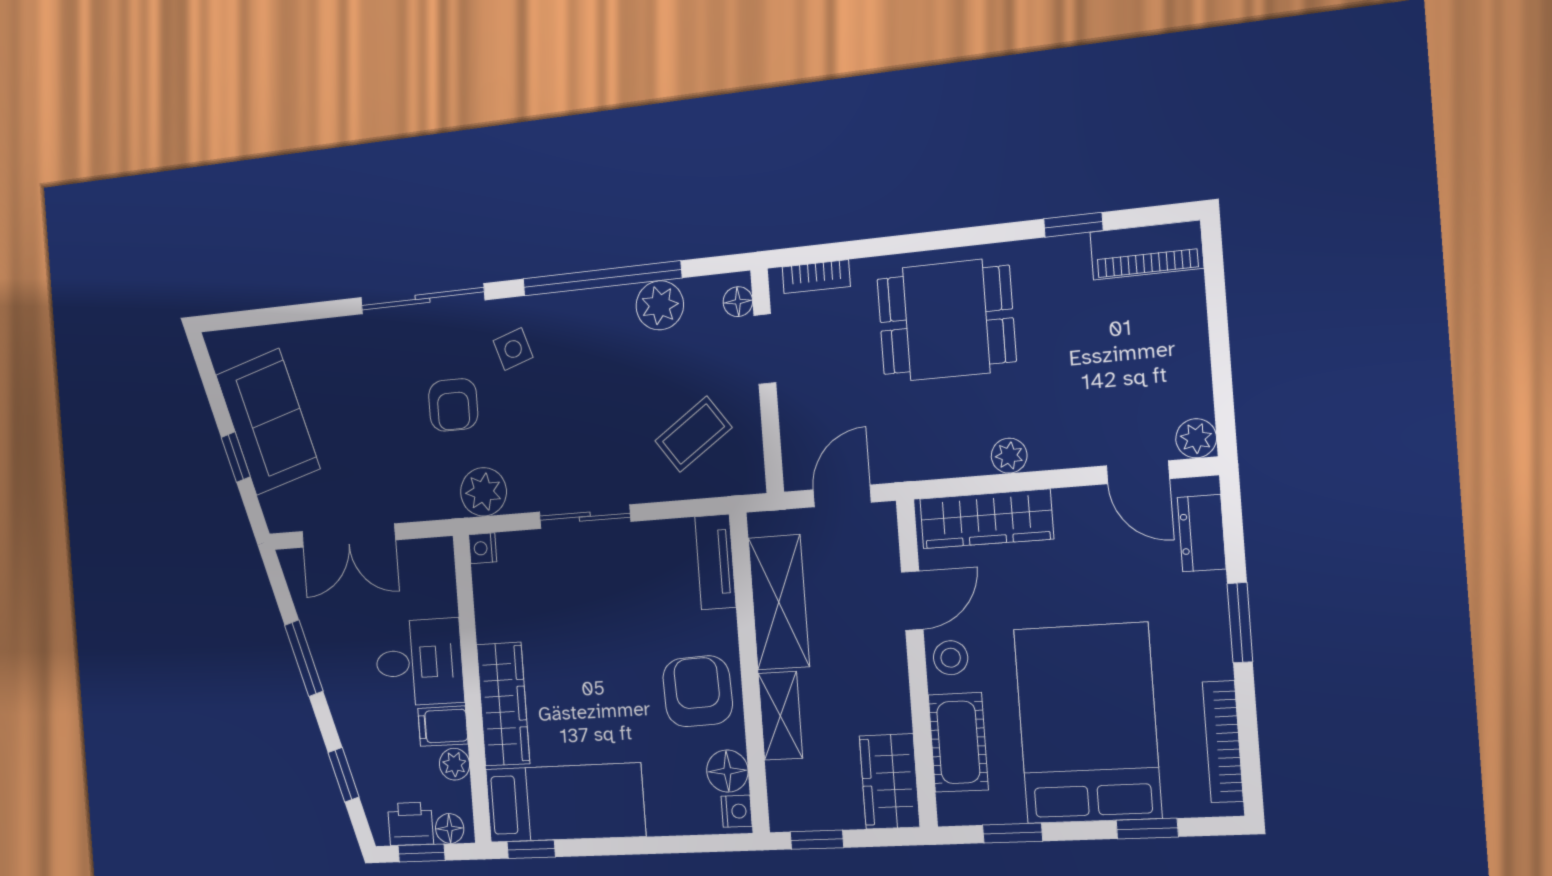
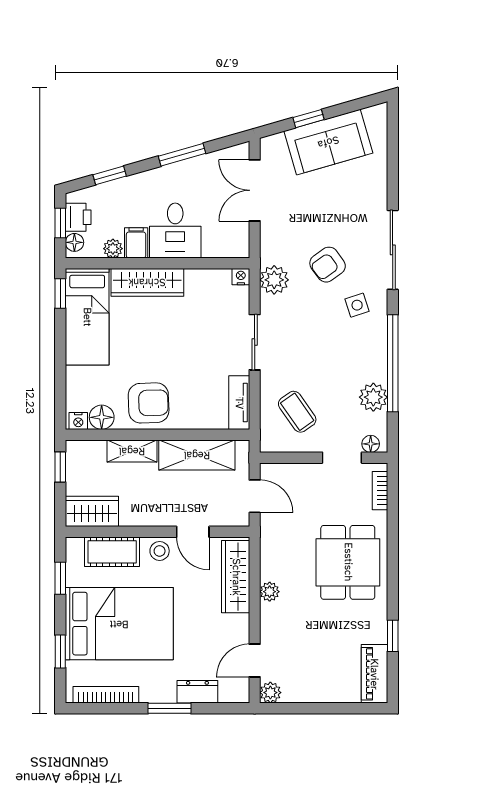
armchair: (453, 405) -> (328, 265), turned -36
dresser: (1202, 533) -> (197, 692), moved
tv unit: (715, 562) -> (239, 403), moved, turned -90

